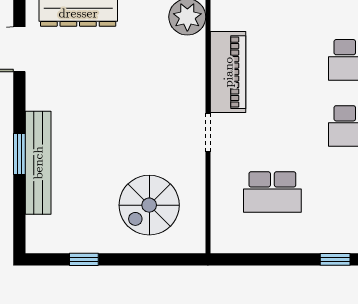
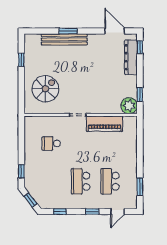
school desk: (272, 192) -> (51, 143), width x0.54
spiral stairs: (149, 205) -> (45, 89), turned 90

